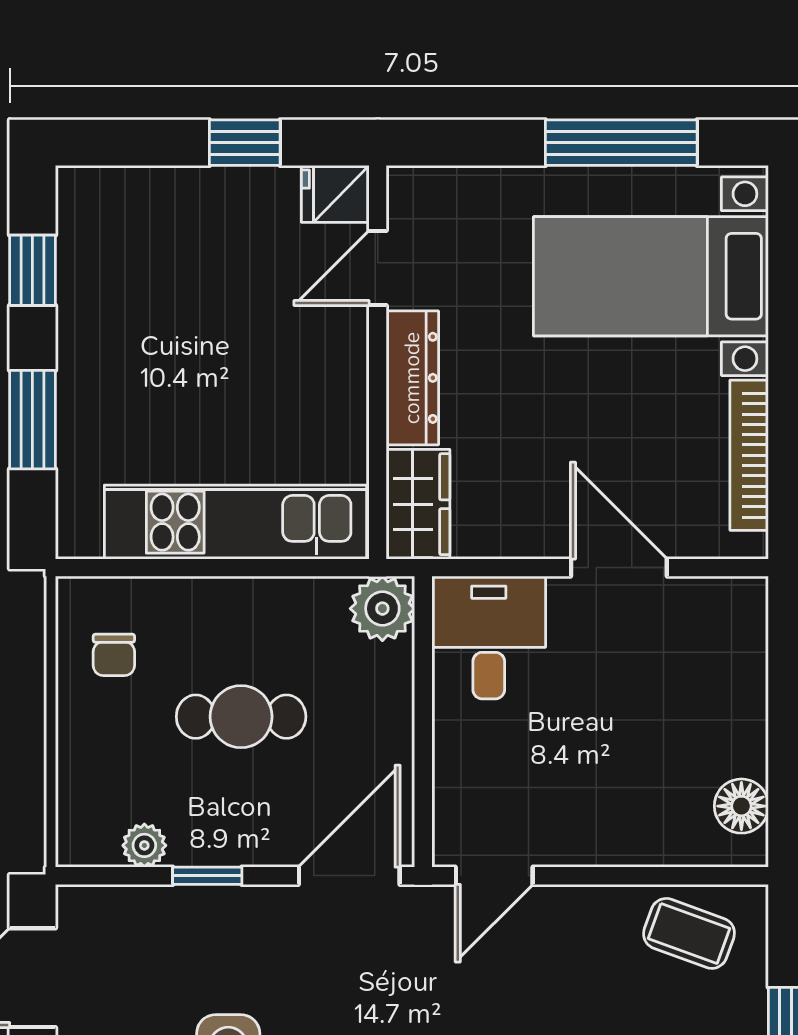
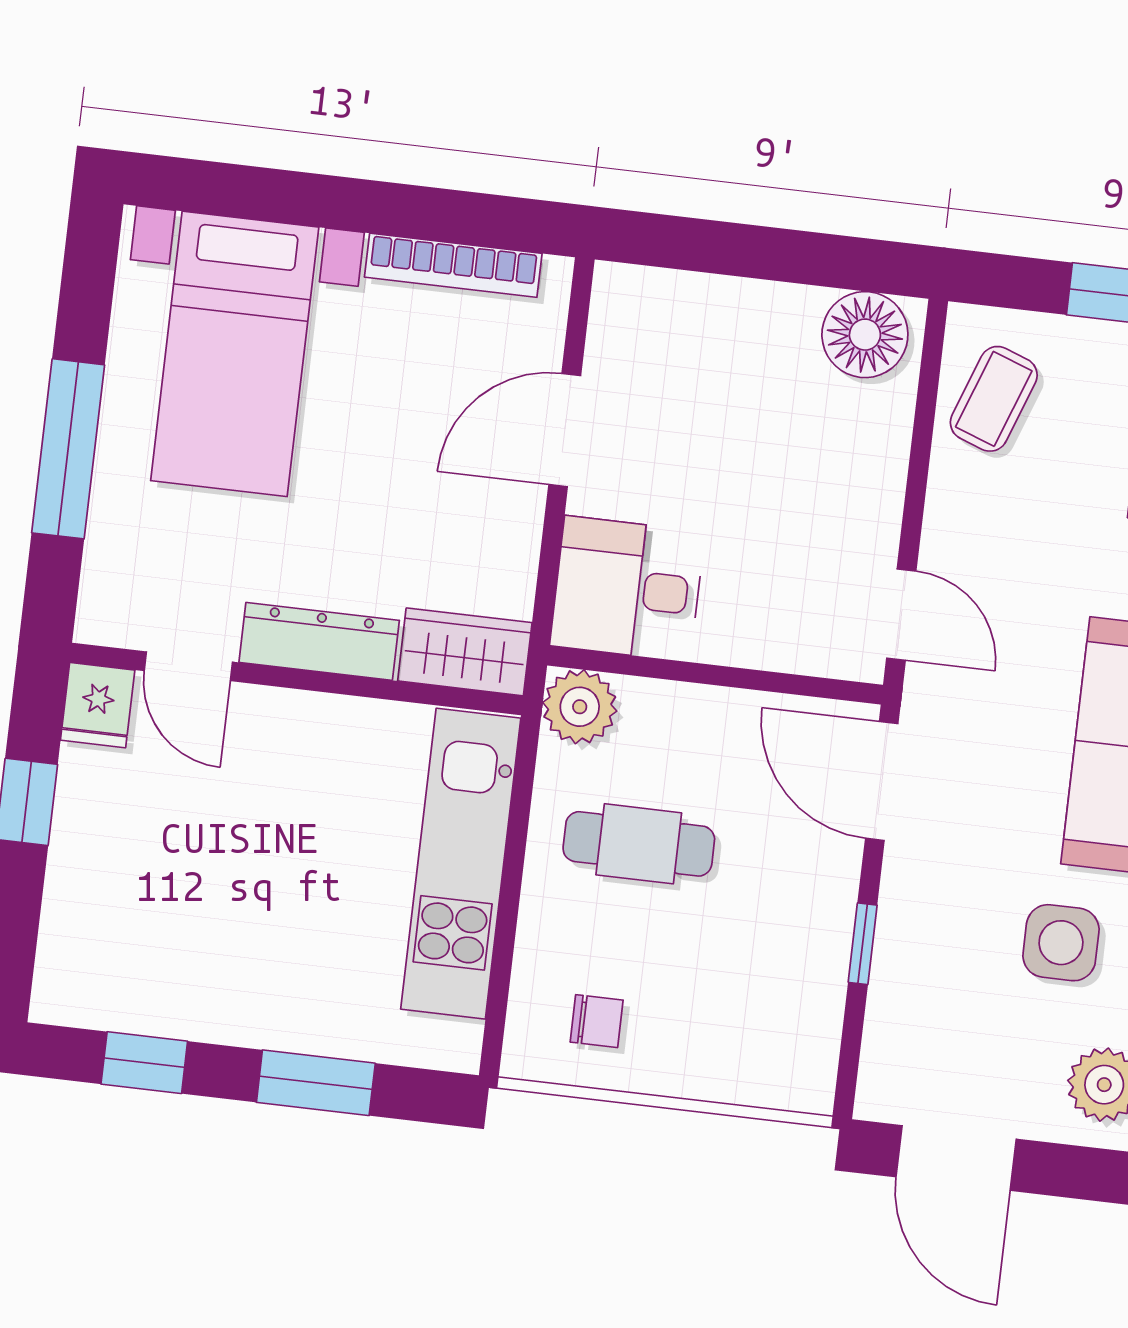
window: (621, 143) -> (68, 449), moved
cafe table: (241, 717) -> (639, 844), moved, turned 90
floor lamp: (741, 806) -> (865, 335), width x1.38, depth x1.38
plant: (144, 845) -> (819, 1012), removed

